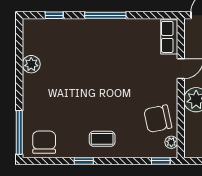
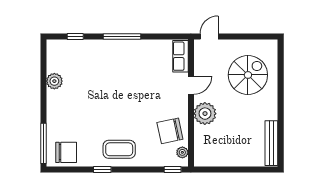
coffee table: (102, 139) -> (119, 149), width x1.36, depth x1.30
chair: (44, 142) -> (66, 152), turned 90

